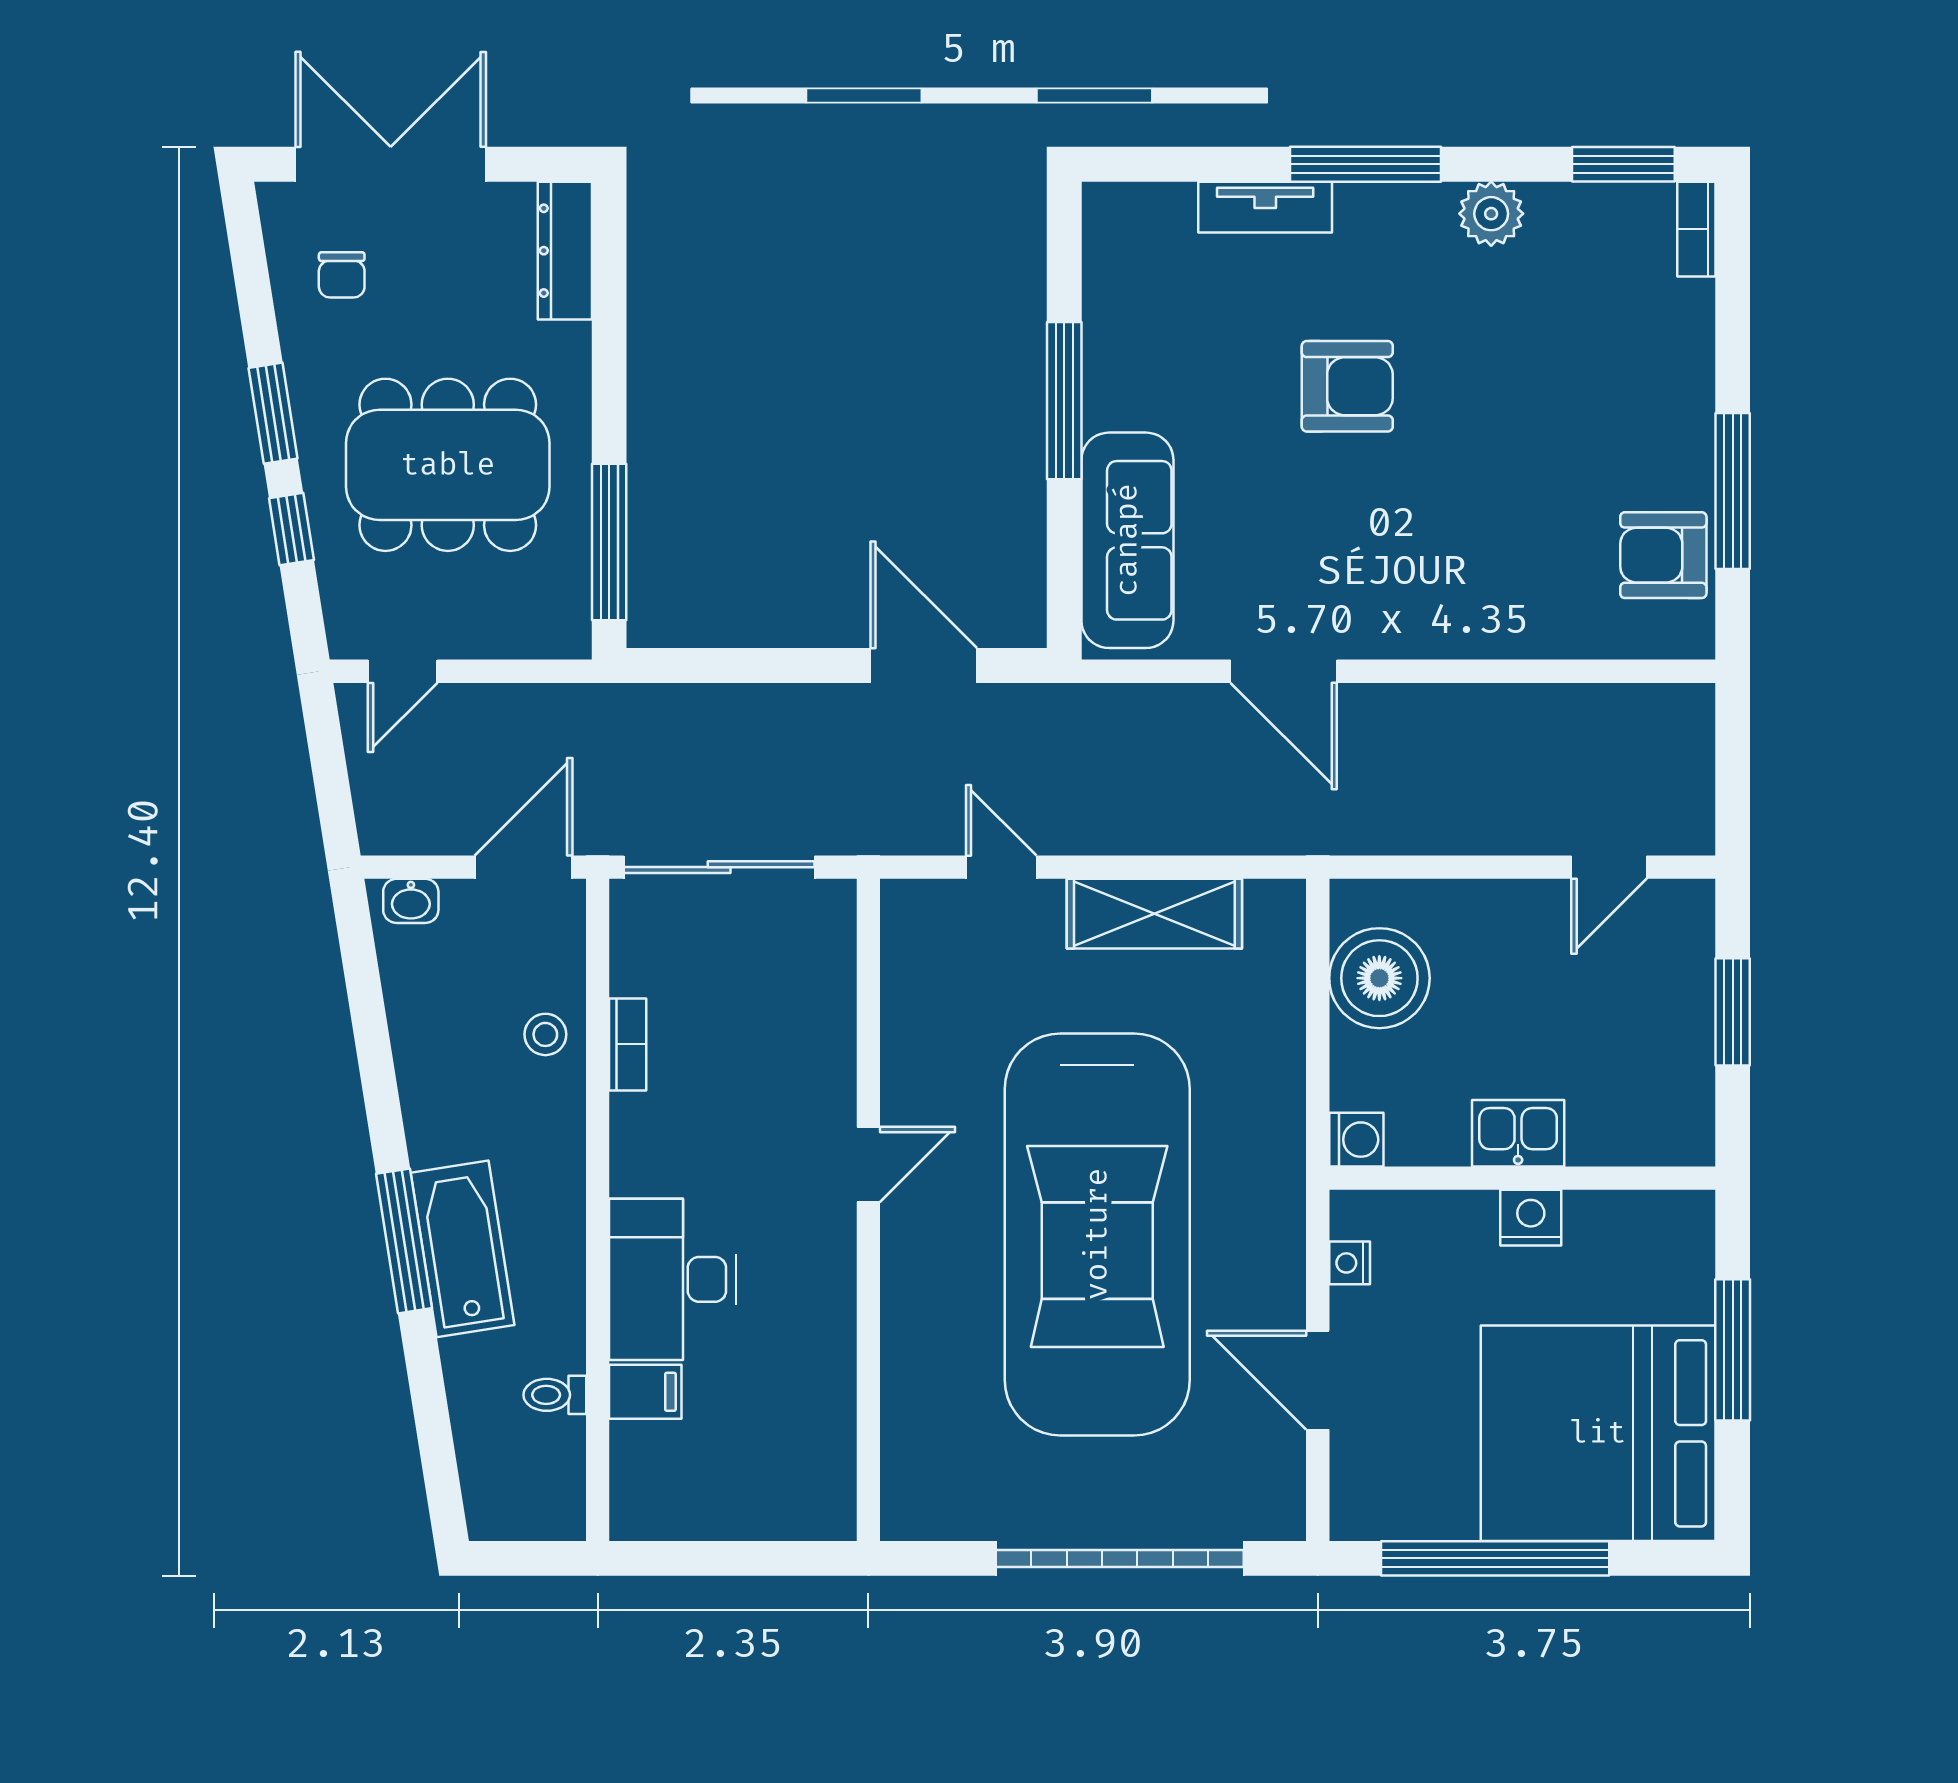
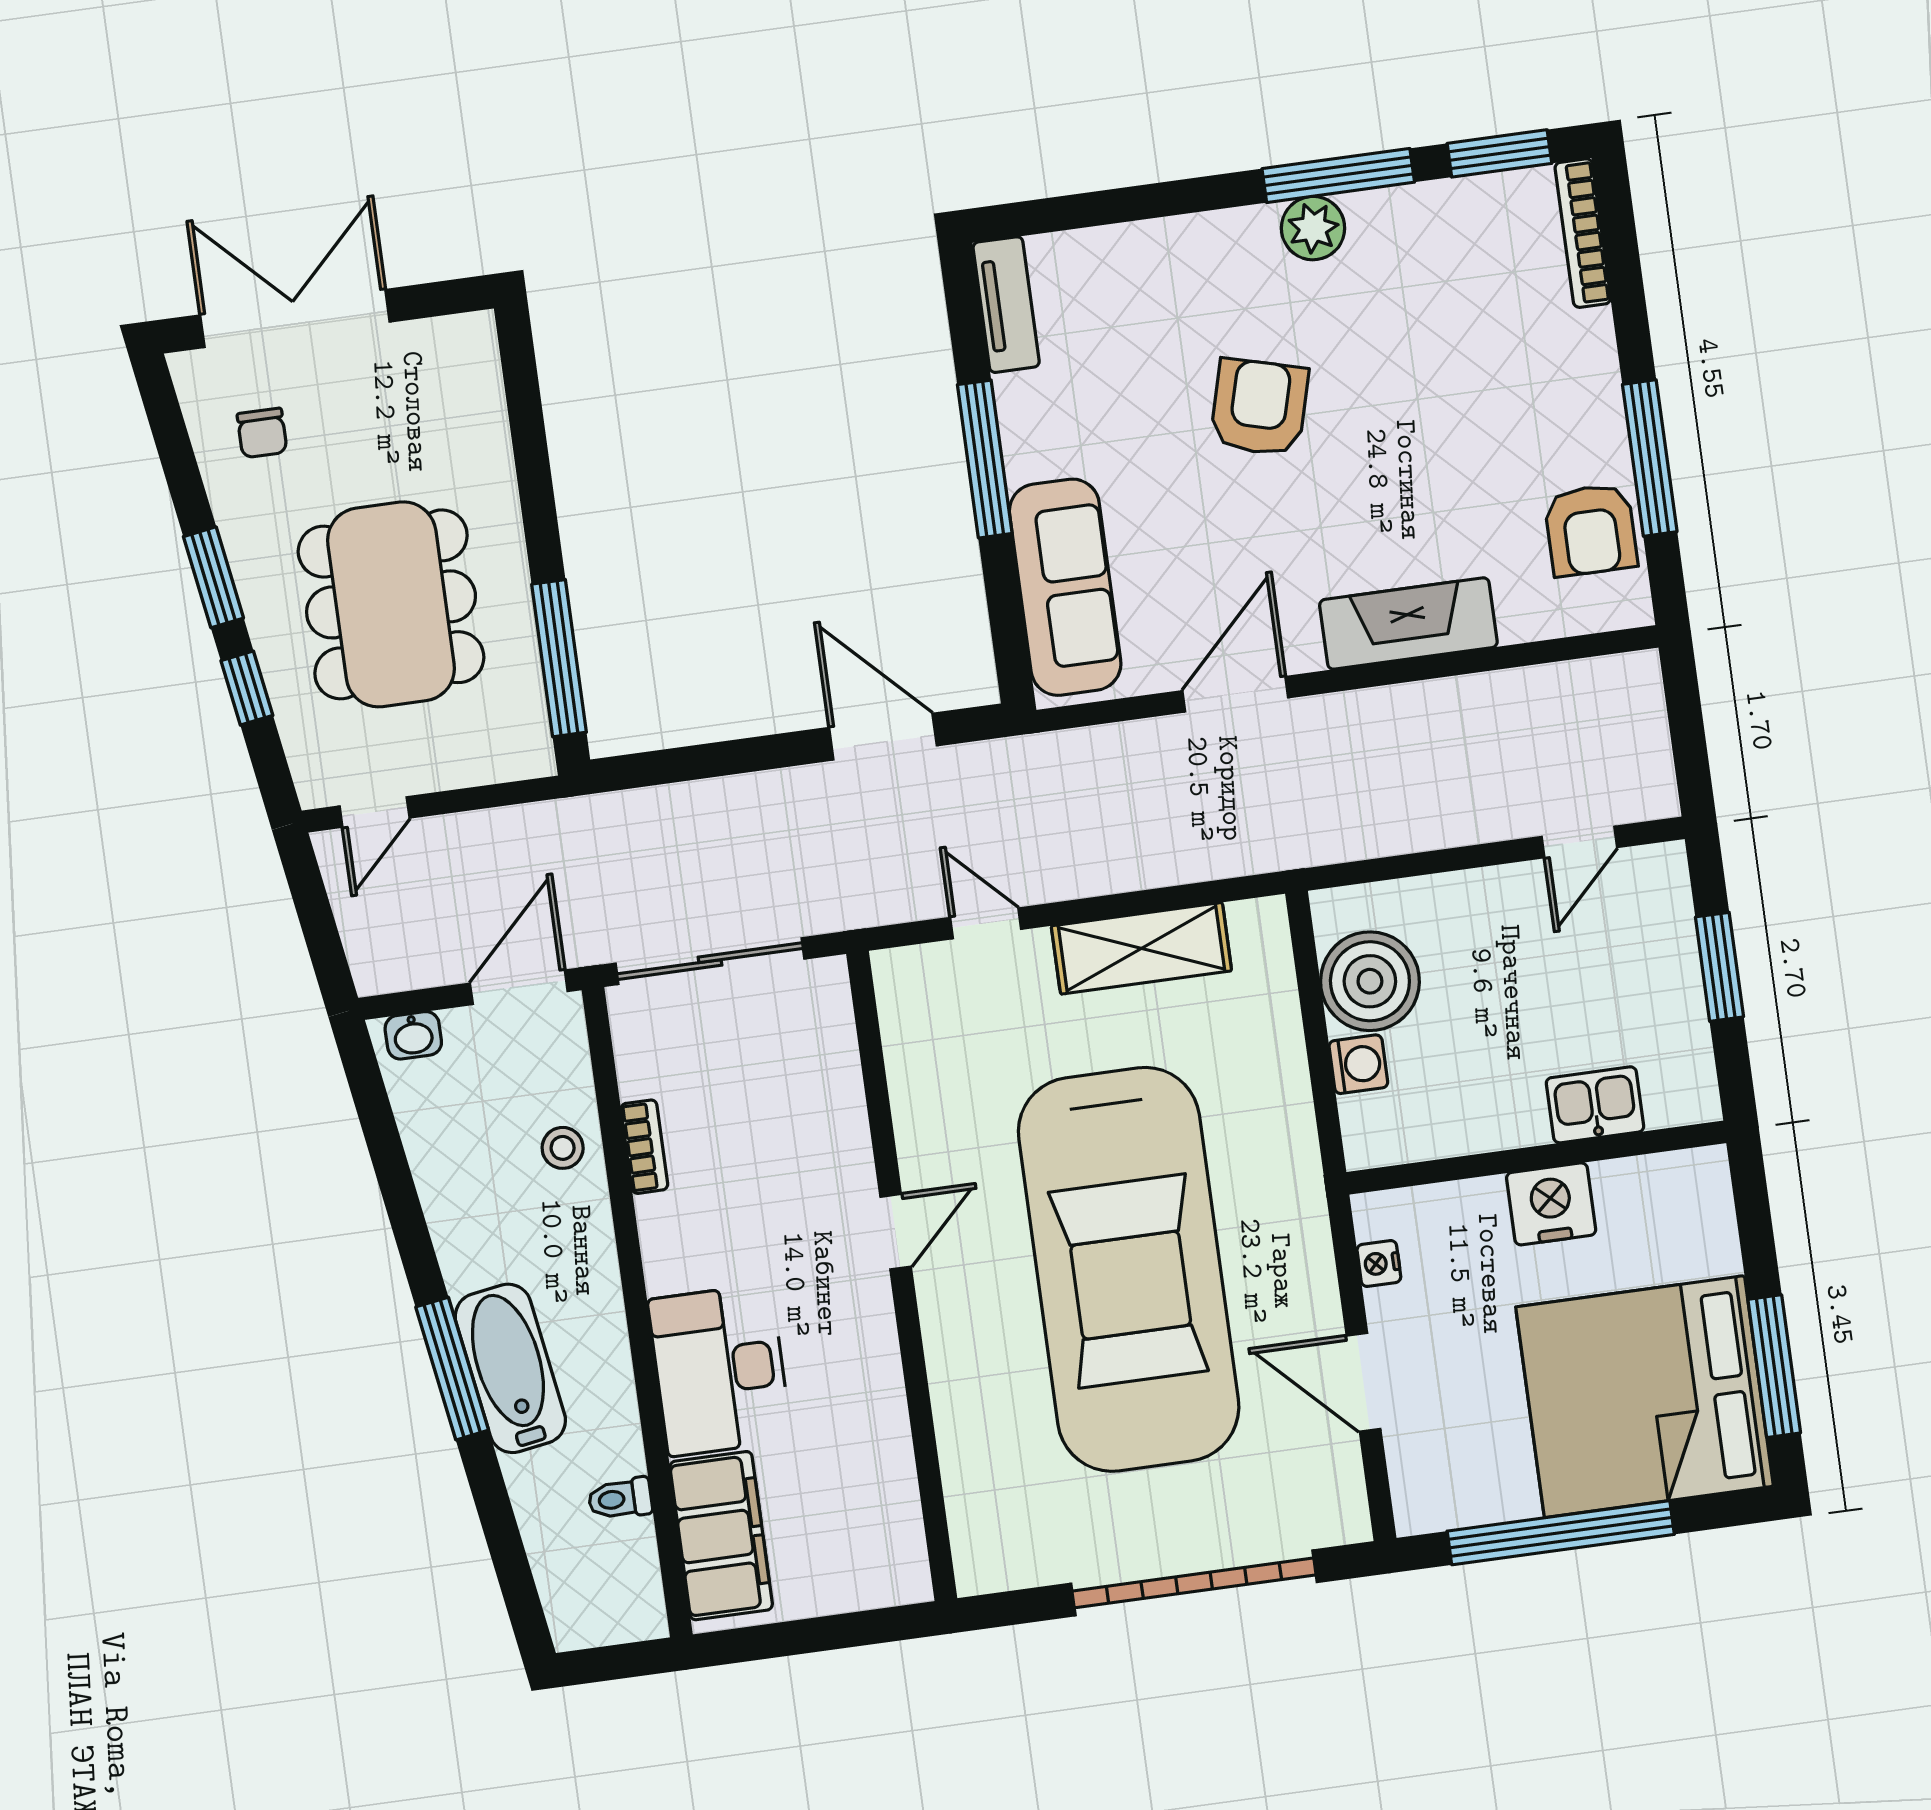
window: (1366, 164) -> (1338, 175), moved
tv unit: (1265, 207) -> (1006, 305), moved, turned -90
plant: (1491, 214) -> (1313, 228), moved
bookcase: (1696, 229) -> (1583, 233), width x1.56
dresser: (565, 251) -> (477, 379), removed
armchair: (1347, 386) -> (1259, 407), turned -75
dining table: (448, 465) -> (391, 604), turned 90
armchair: (1663, 555) -> (1591, 530), turned -90
fireplace: (1467, 624) -> (1408, 623), added
door: (1284, 671) -> (1235, 694), swing flipped
kitchen sink: (1518, 1133) -> (1595, 1105), moved
washing machine: (1356, 1140) -> (1358, 1064), moved
nightstand: (1531, 1218) -> (1551, 1204), width x1.36, depth x1.33
window: (1733, 1350) -> (1774, 1366), moved
filing cabinet: (645, 1392) -> (721, 1536), width x3.00, depth x1.17

